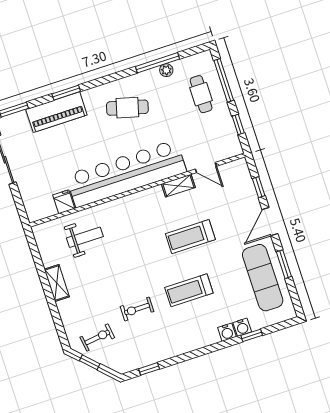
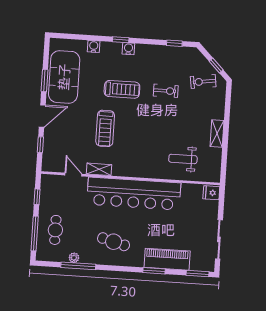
fridge: (64, 202) -> (211, 193), moved, turned 90
treadmill: (190, 237) -> (105, 128), turned 90
exercise mat: (263, 278) -> (64, 77), width x1.47
water cooler: (227, 332) -> (128, 49), moved
window: (252, 335) -> (121, 40), moved

